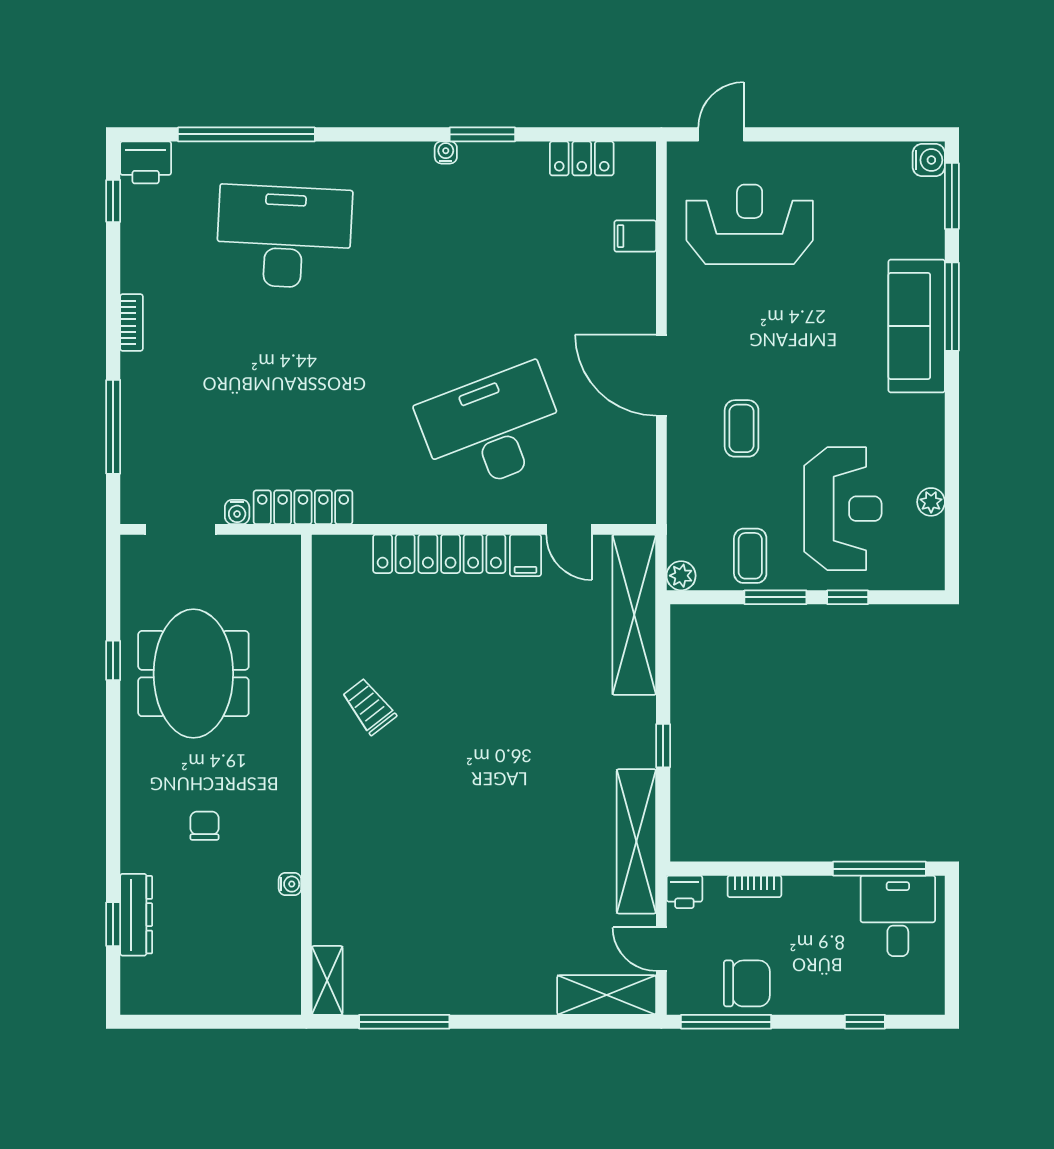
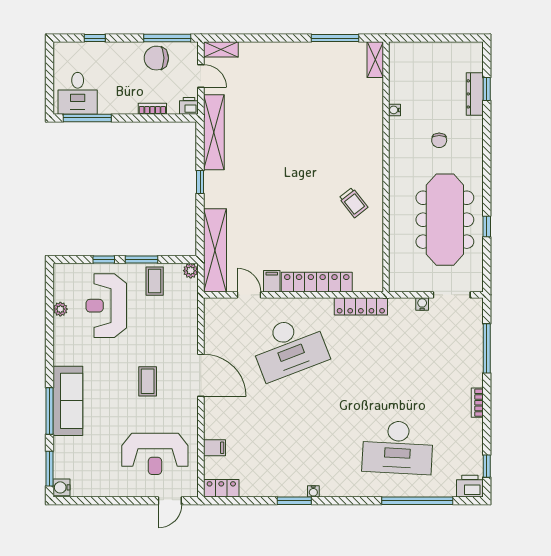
locker: (582, 158) -> (221, 488), moved
coffee table: (742, 428) -> (148, 381), moved
locker: (303, 507) -> (361, 306), moved
meeting table: (193, 674) -> (445, 220), width x1.36
shelving: (607, 995) -> (221, 49), width x0.67, depth x0.75

